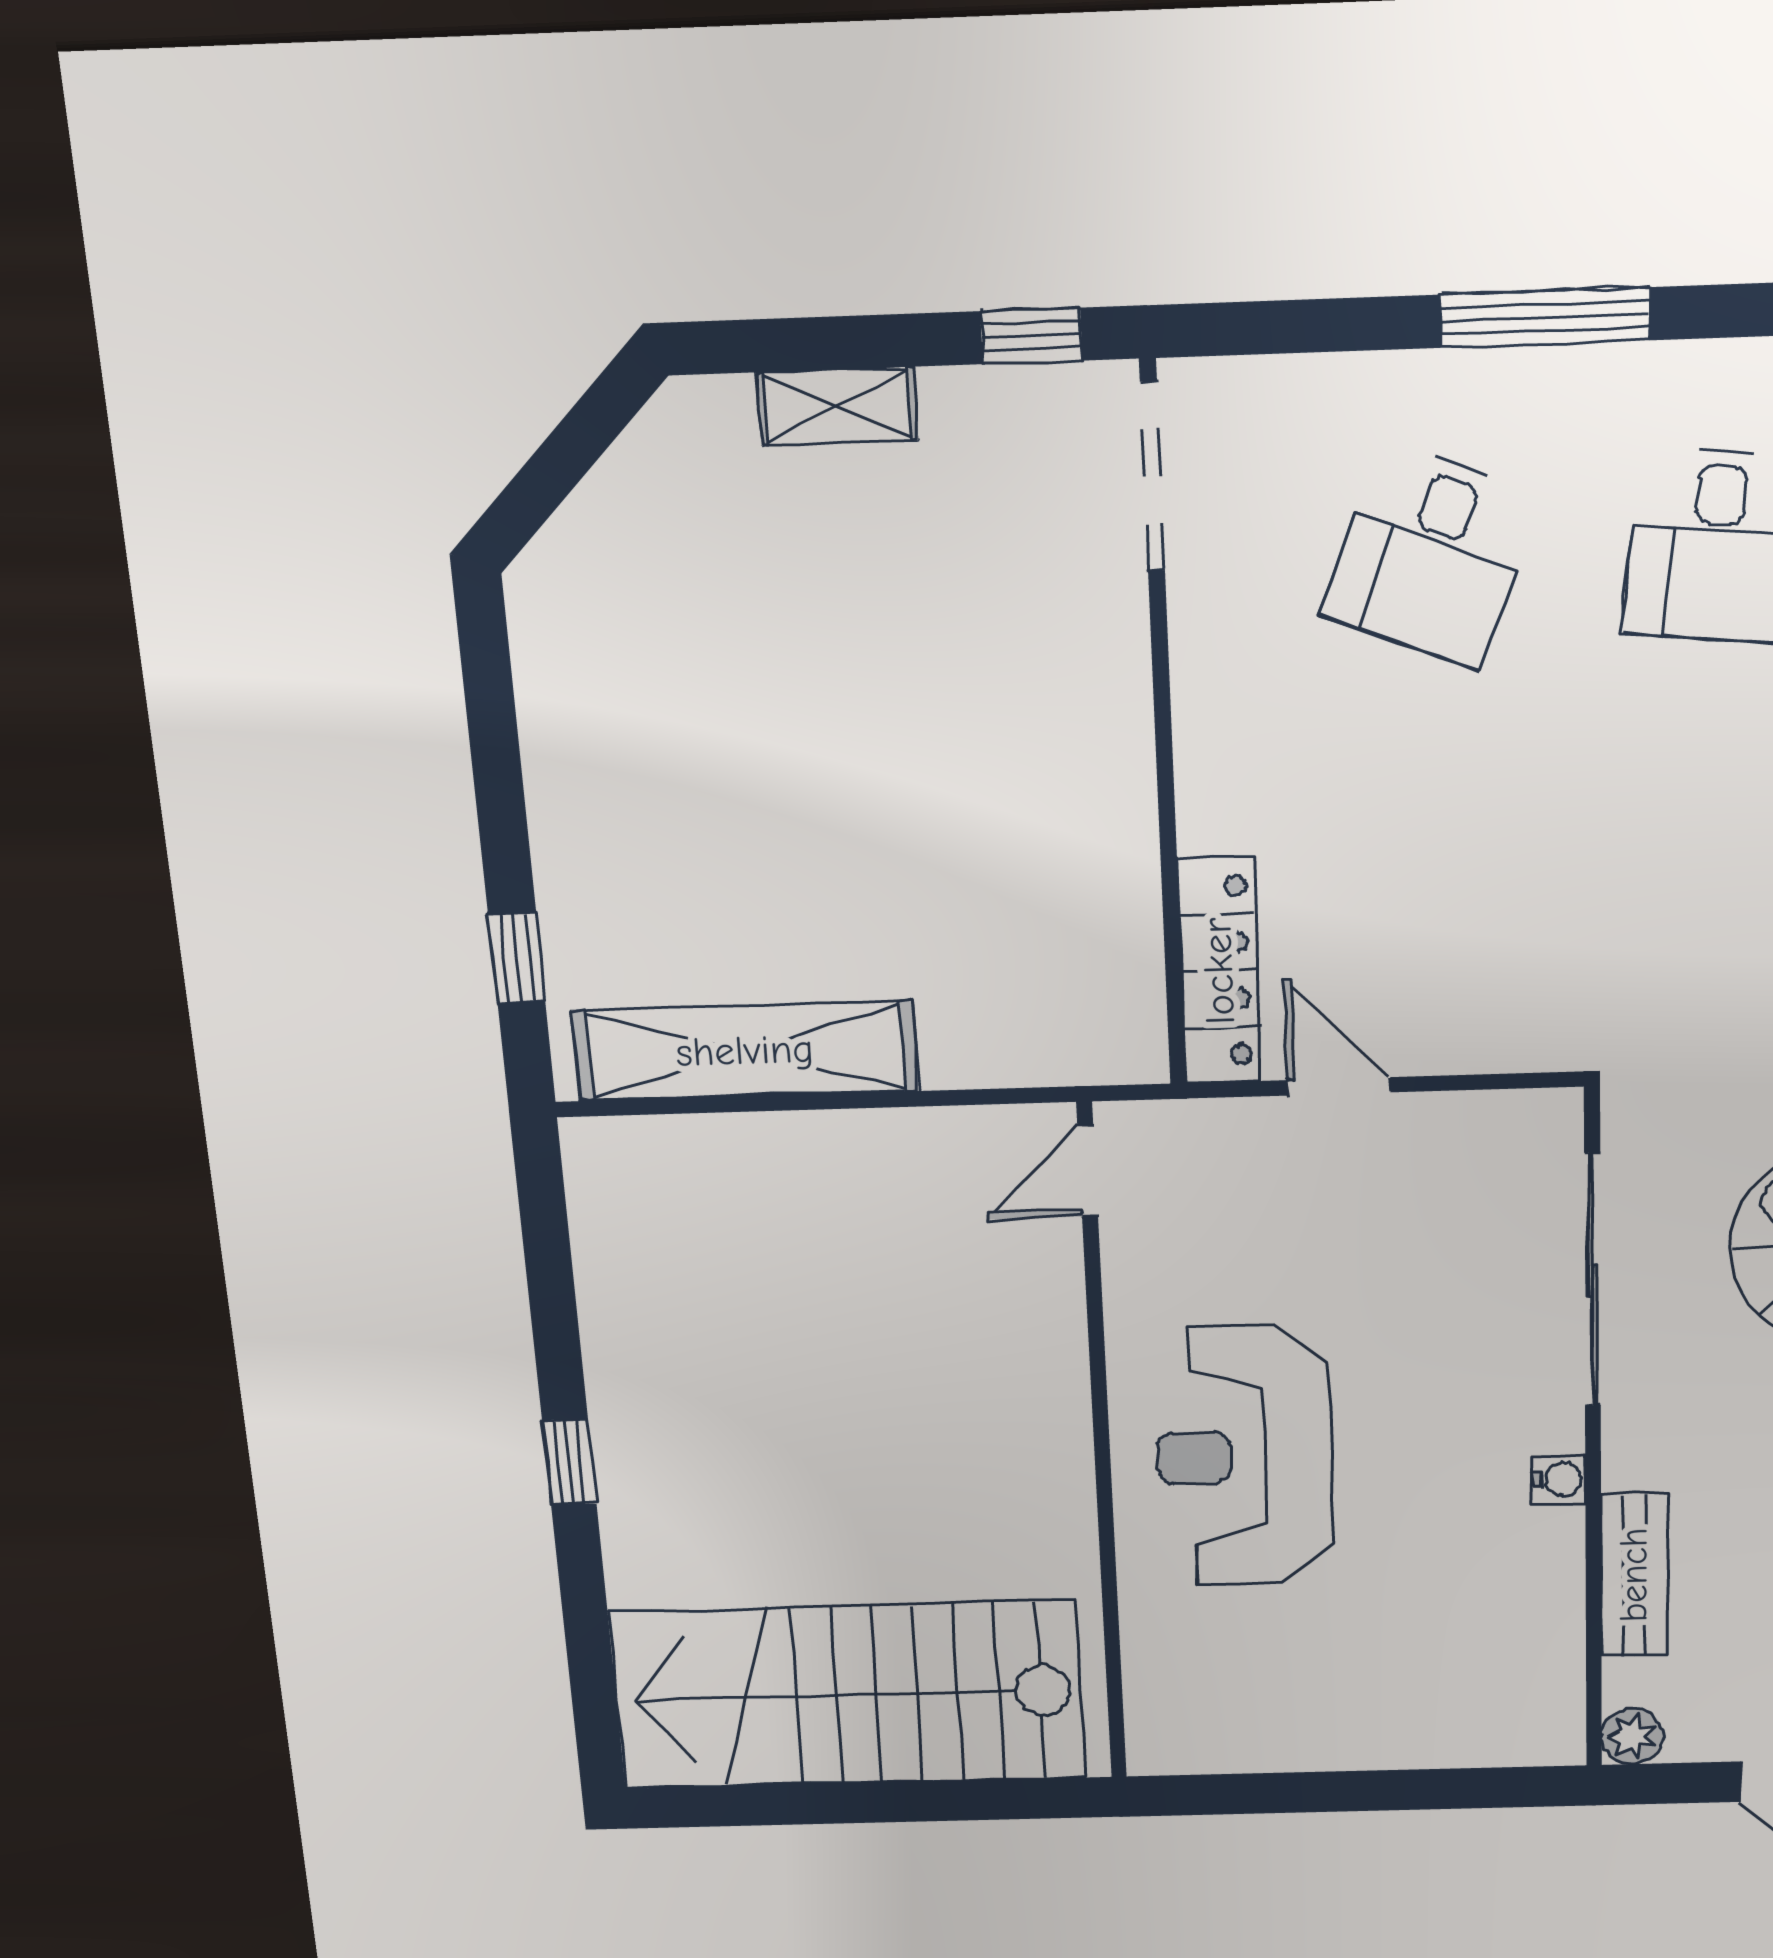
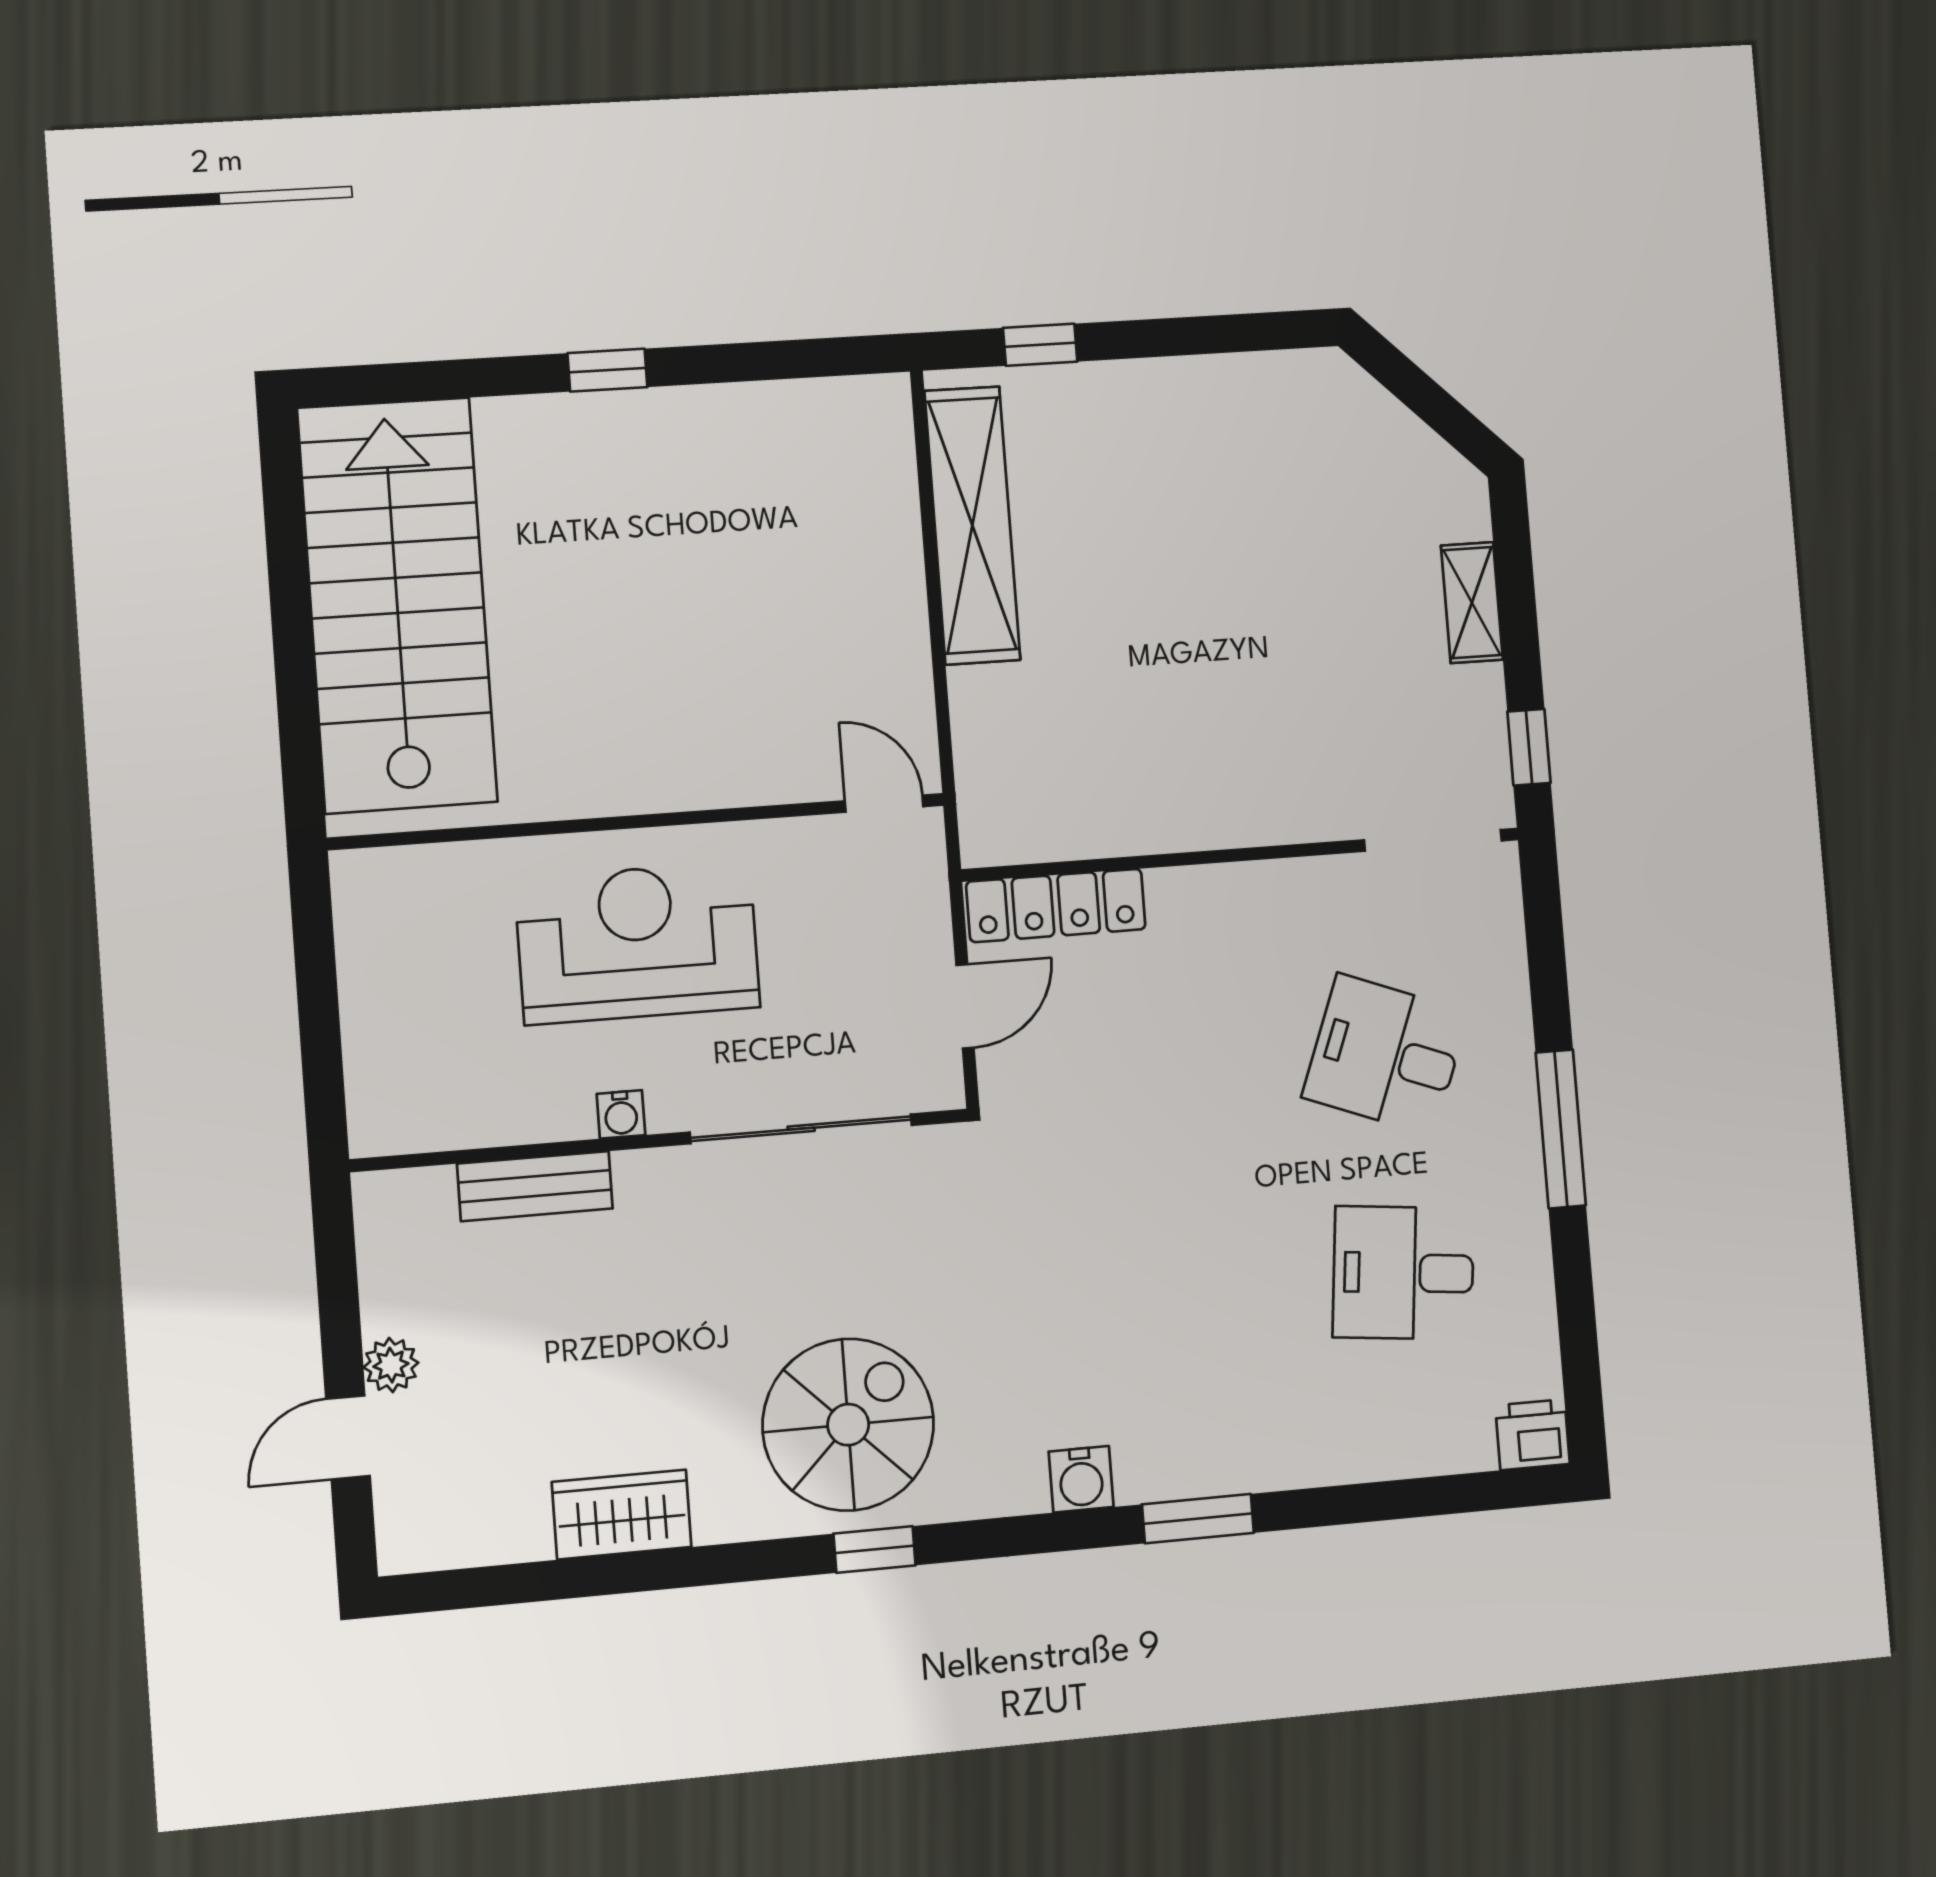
sliding door: (1593, 1280) -> (801, 1129), moved
wall: (1593, 1437) -> (661, 1140), moved
water cooler: (1559, 1479) -> (621, 1114), moved
bench: (1634, 1575) -> (535, 1186), moved
plant: (1632, 1736) -> (391, 1365), moved

